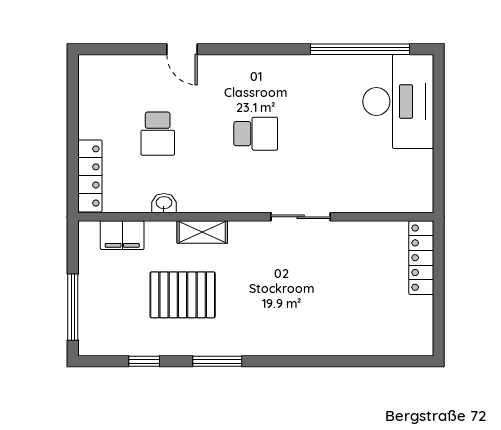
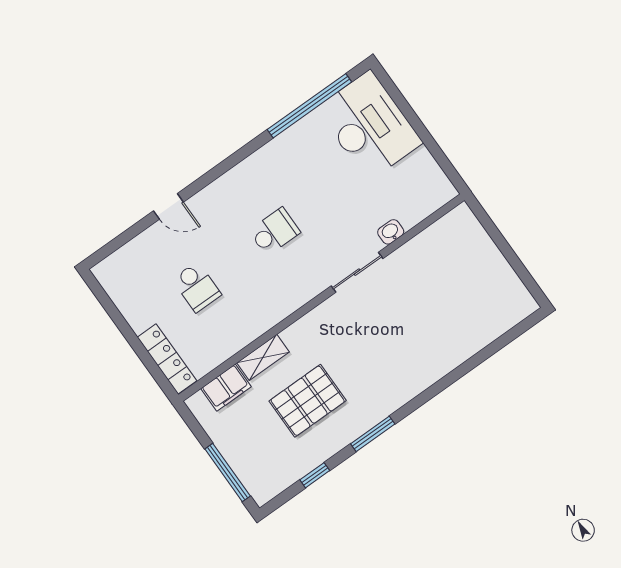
washbasin: (164, 203) -> (391, 232), moved
shelving: (202, 232) -> (263, 357), moved
locker: (421, 258) -> (476, 236), removed

